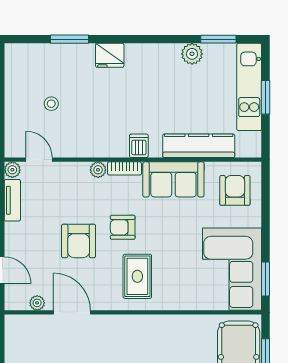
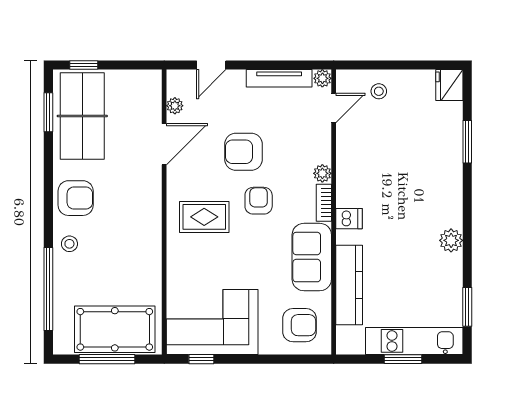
plant: (192, 54) -> (451, 240), moved
fridge: (110, 55) -> (449, 85), moved
stool: (51, 104) -> (379, 91), moved
tv unit: (12, 200) -> (279, 78), width x1.41
window: (265, 279) -> (201, 359), width x0.67

